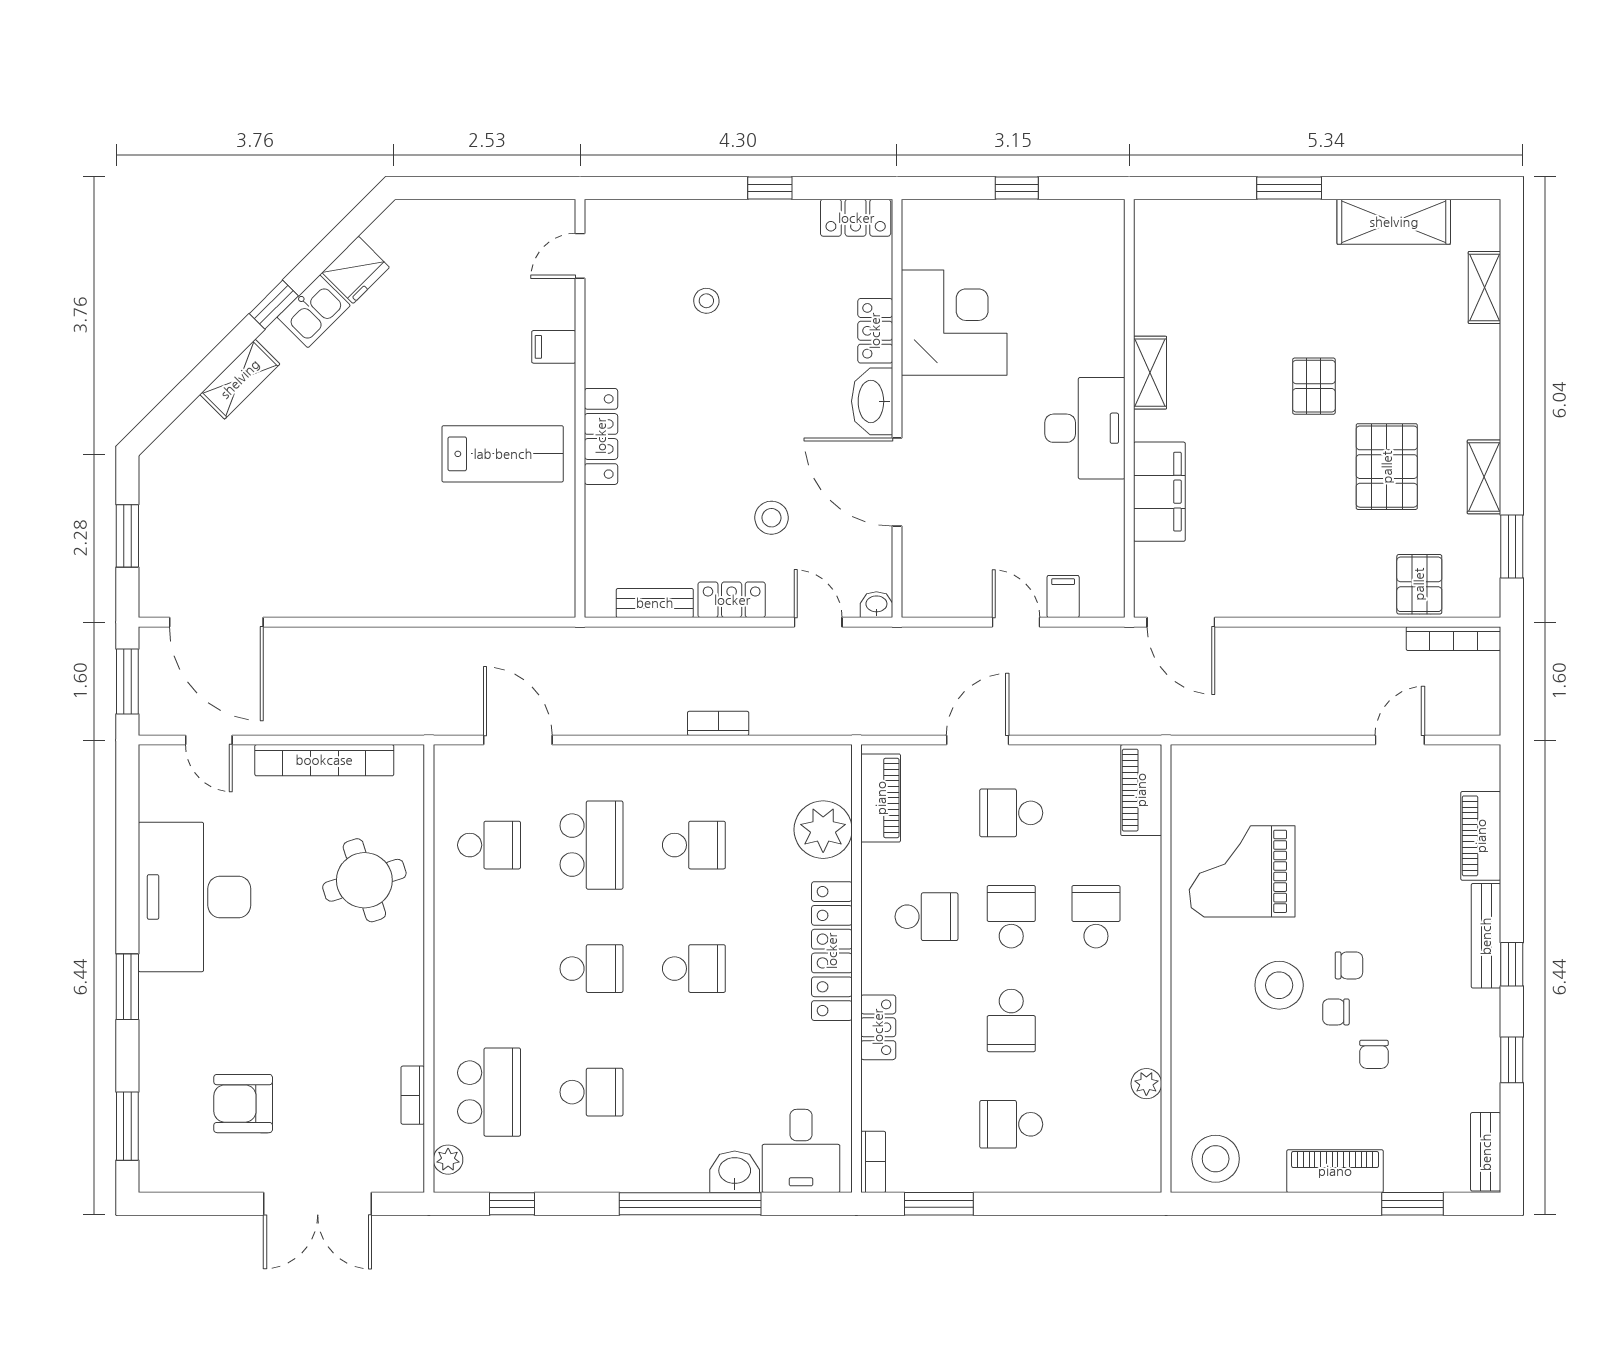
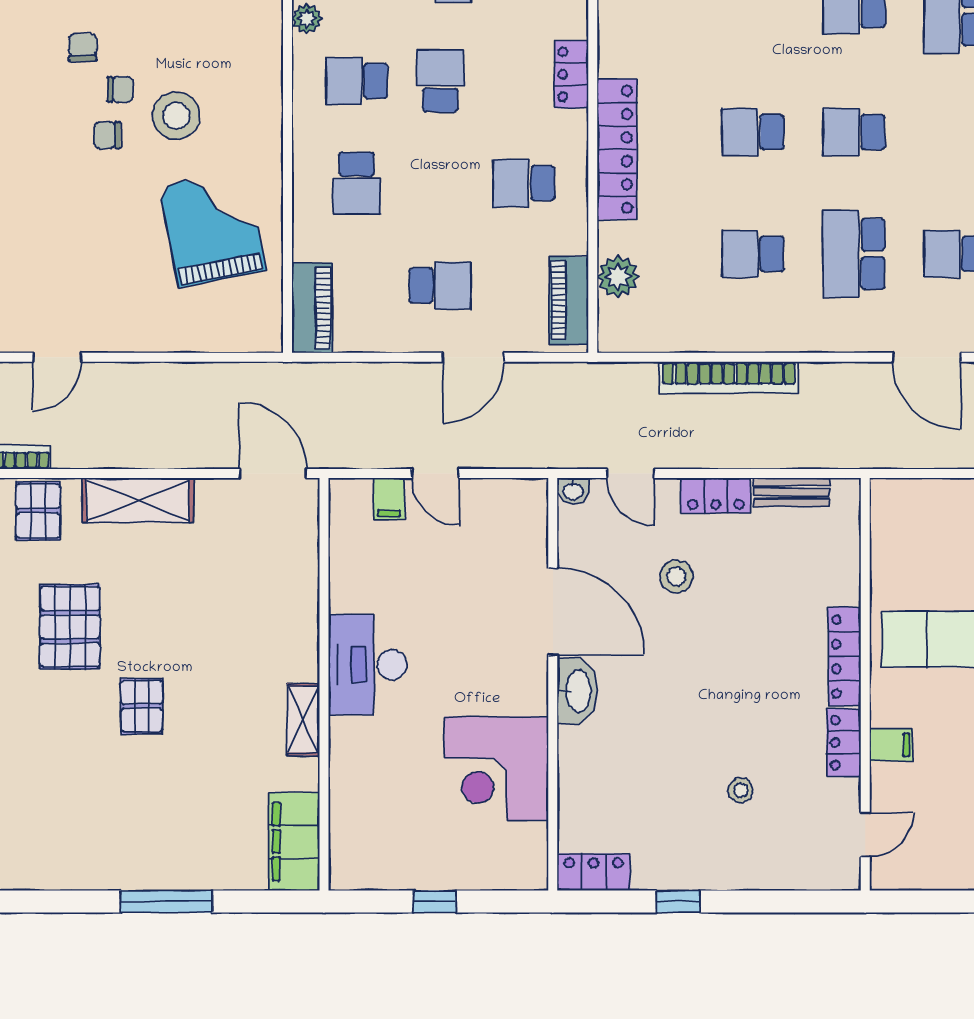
window: (1289, 188) -> (166, 901), width x1.44
shelving: (1394, 222) -> (138, 500), moved
locker: (875, 331) -> (844, 743), moved, turned 180
filing cabinet: (1159, 492) -> (294, 842), moved
bookcase: (718, 723) -> (729, 377), width x2.31, depth x1.31
plant: (823, 830) -> (618, 277), width x0.73, depth x0.73
grand piano: (1242, 871) -> (213, 228), turned -101
school desk: (1011, 917) -> (357, 81), moved, turned 90

